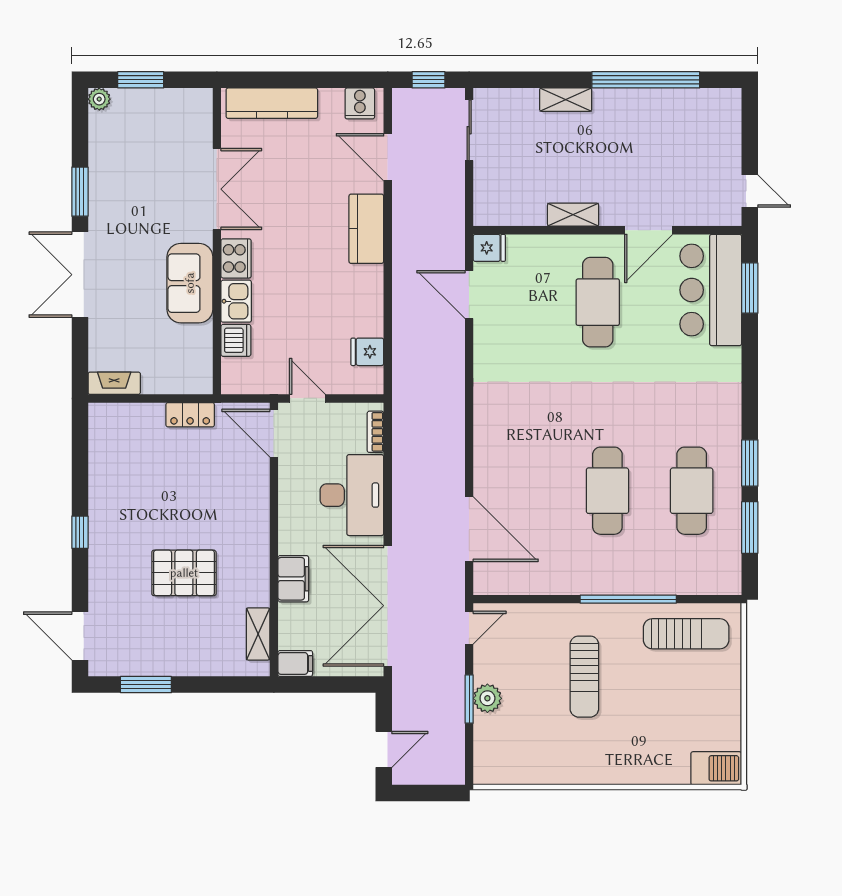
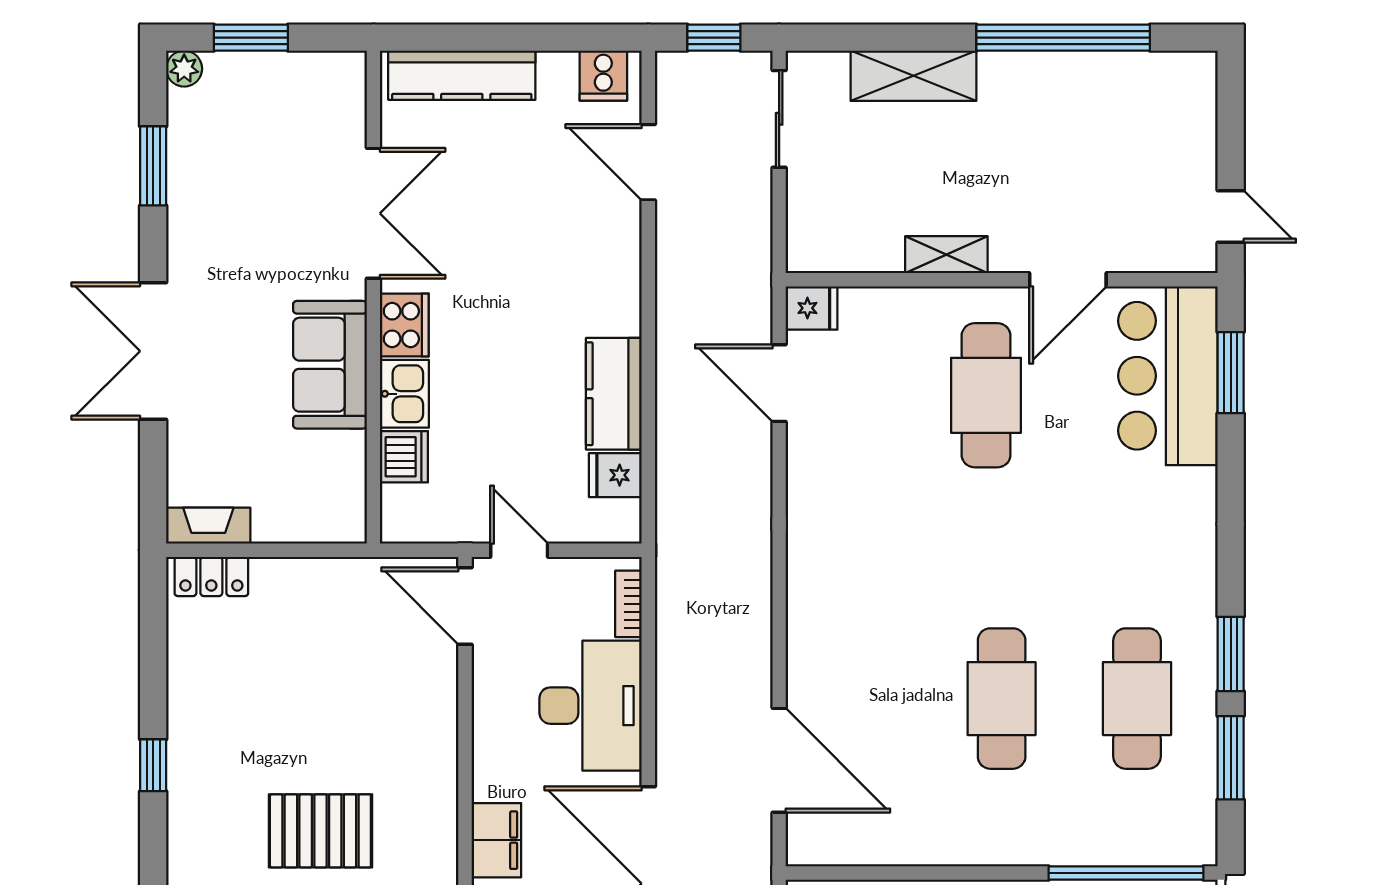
shelving: (566, 100) -> (913, 76), width x1.50, depth x1.33
window: (80, 192) -> (153, 166), moved
kitchen counter: (366, 229) -> (614, 394), moved
locker: (190, 415) -> (211, 576), moved
window: (628, 599) -> (1126, 873), moved

